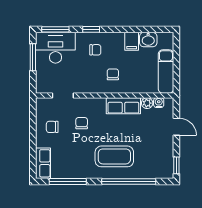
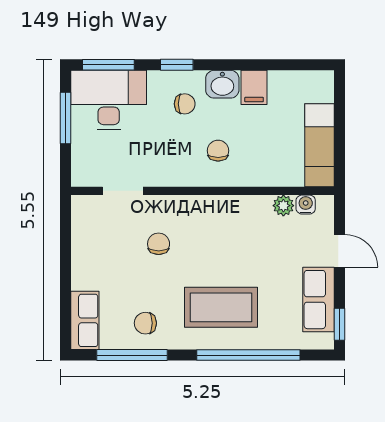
washbasin: (148, 40) -> (222, 84), moved
row of seats: (123, 106) -> (319, 300), moved, turned 90
chair: (52, 127) -> (145, 323), moved

